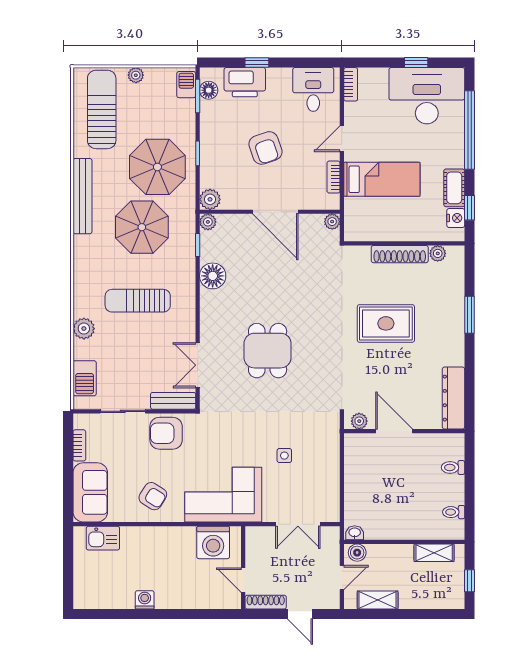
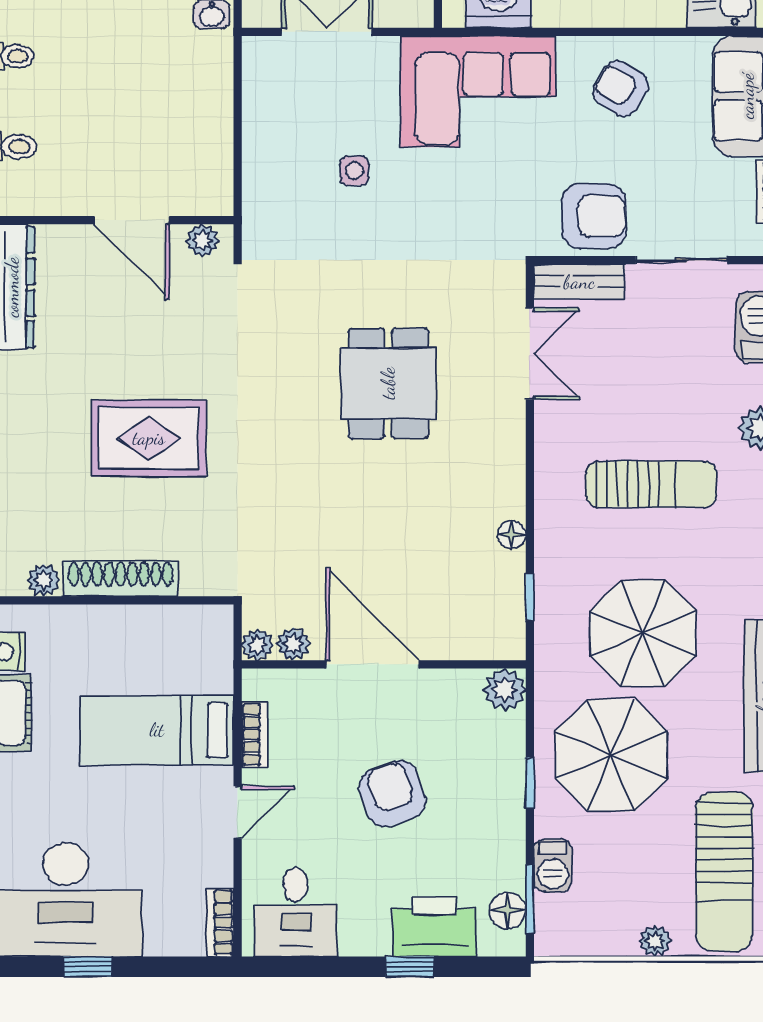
barbecue: (186, 85) -> (553, 865), moved
plant: (208, 222) -> (293, 644), moved
floor lamp: (213, 276) -> (512, 535), width x0.53, depth x0.53

